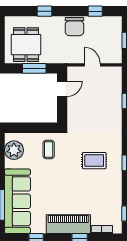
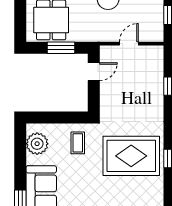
door: (92, 65) -> (129, 44), hinge flipped
rug: (94, 161) -> (131, 156), width x1.86, depth x2.06

